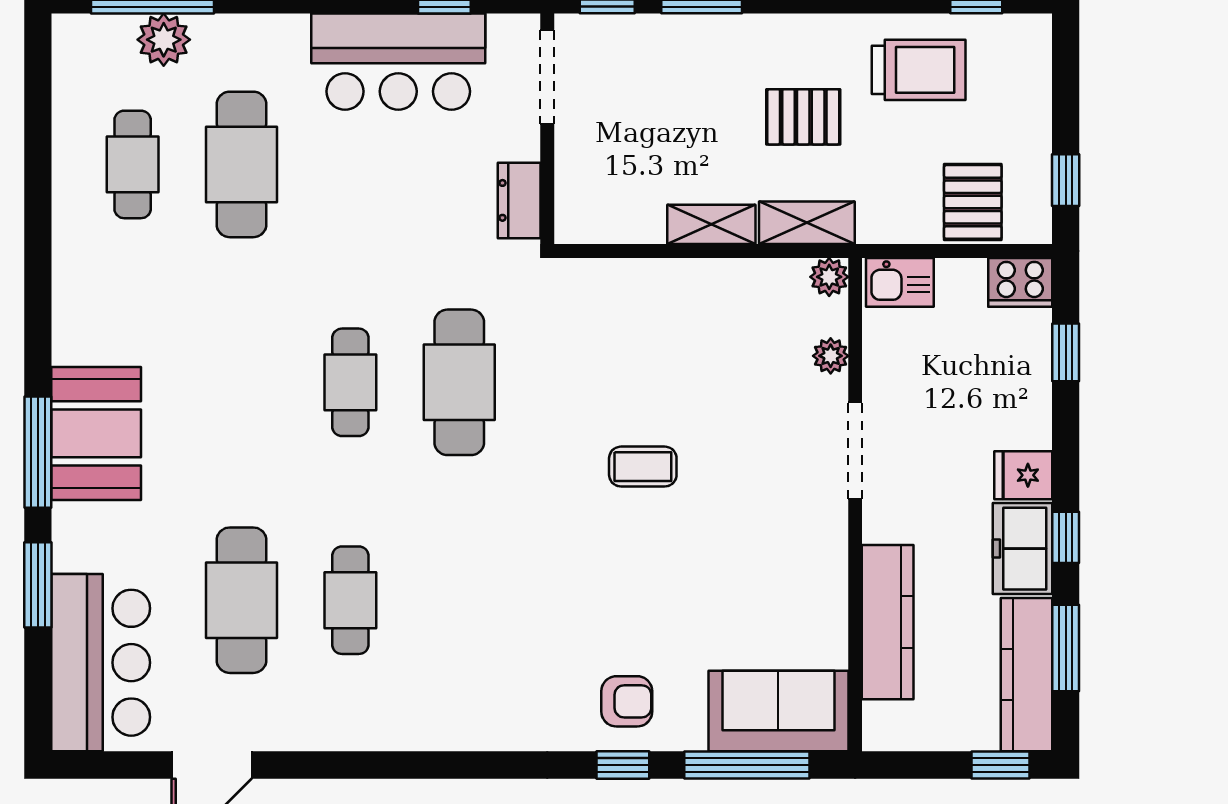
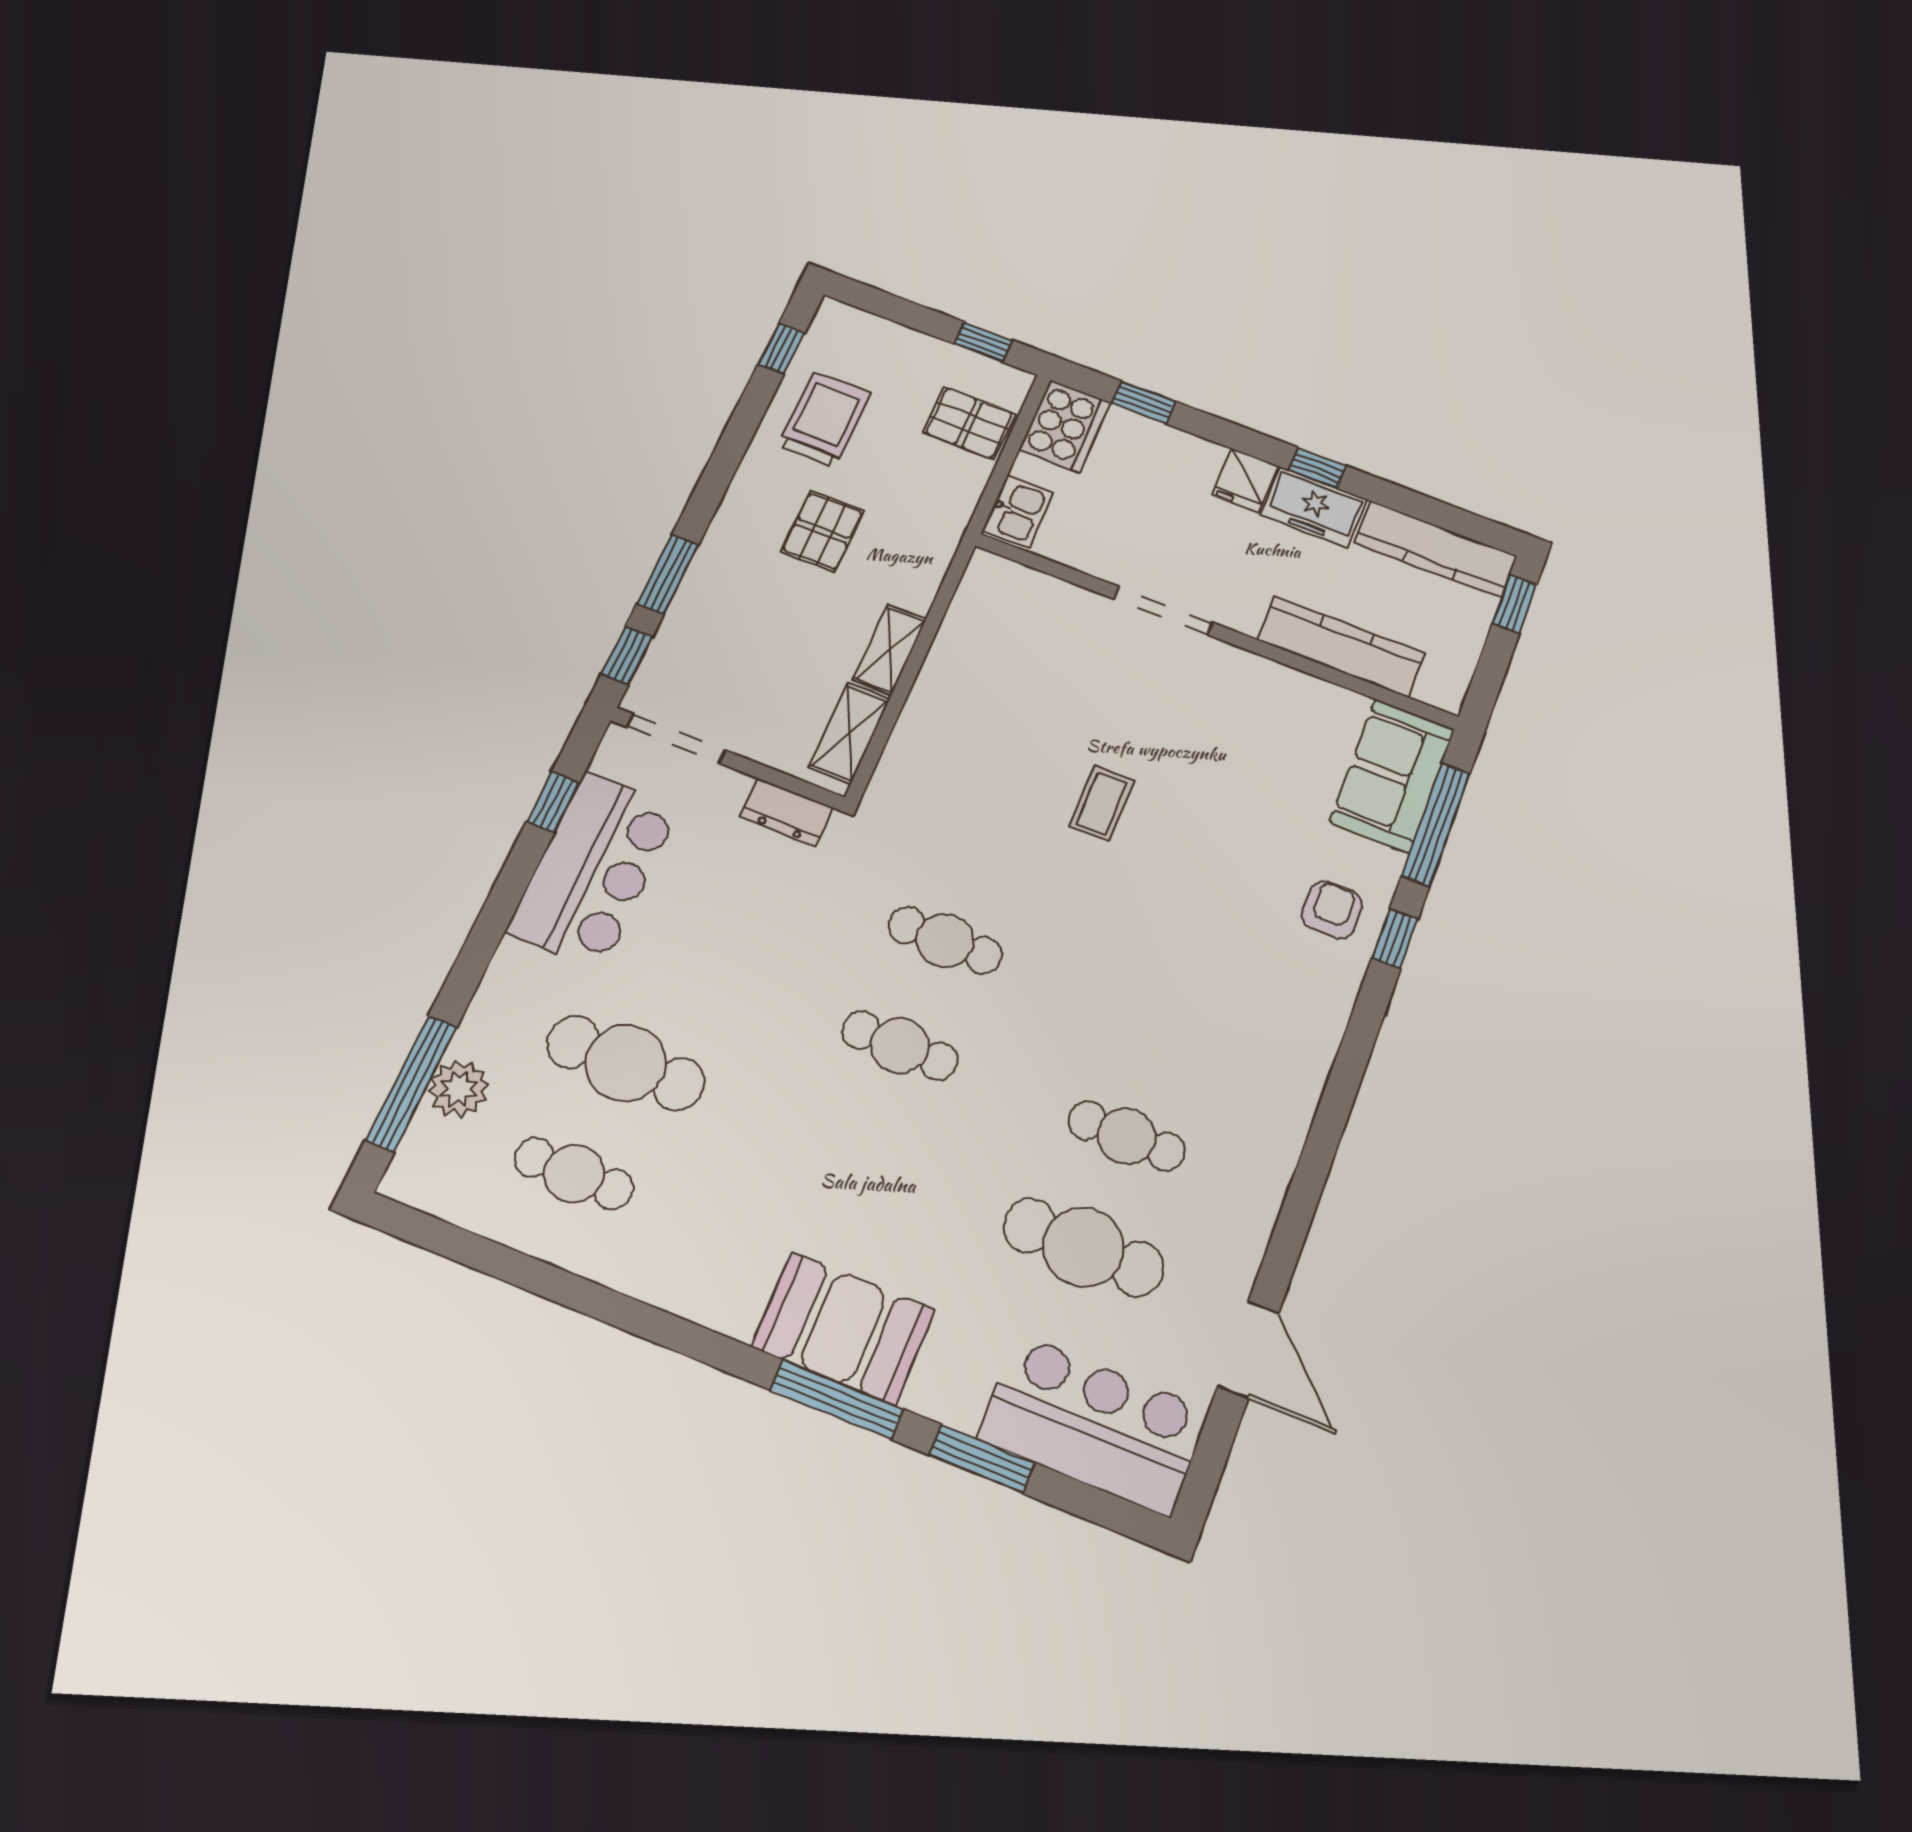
shelving: (807, 223) -> (849, 733), moved
plant: (829, 277) -> (986, 569), removed
cooker: (1020, 282) -> (1065, 426), width x1.37, depth x1.31
plant: (831, 356) -> (1063, 597), removed
cafe table: (459, 382) -> (945, 940), width x0.73, depth x0.74
window: (1066, 648) -> (1422, 507), removed

